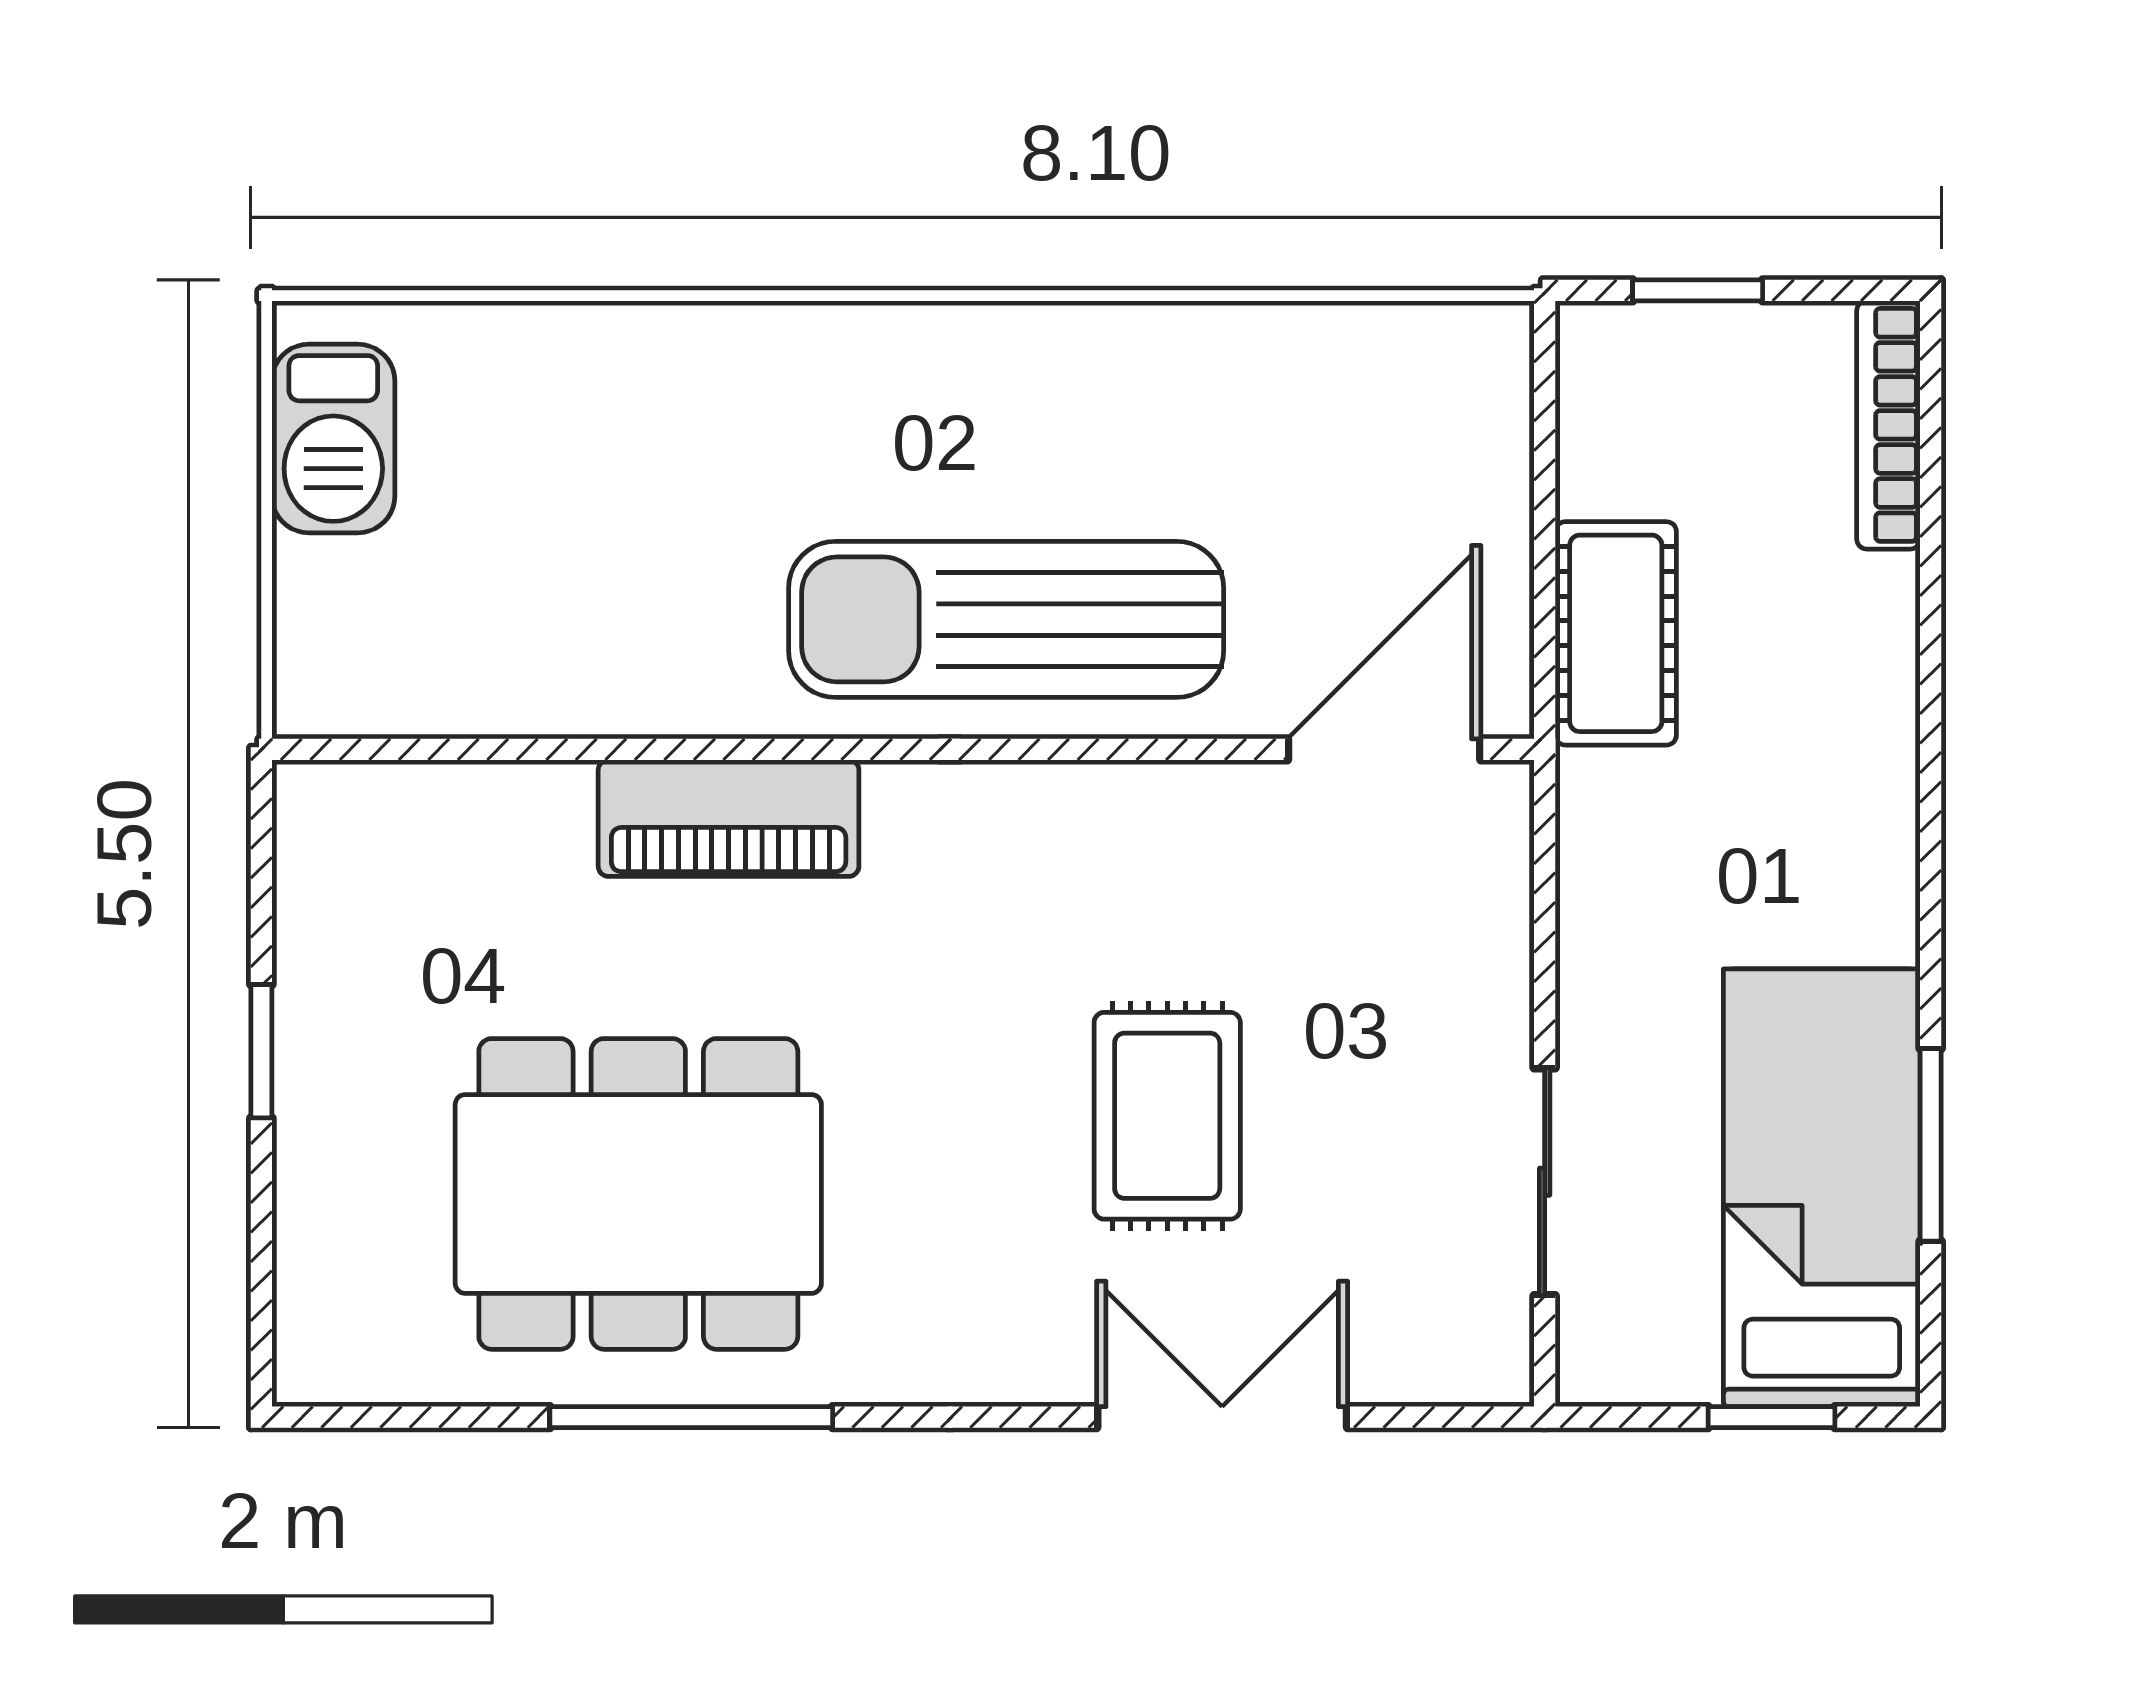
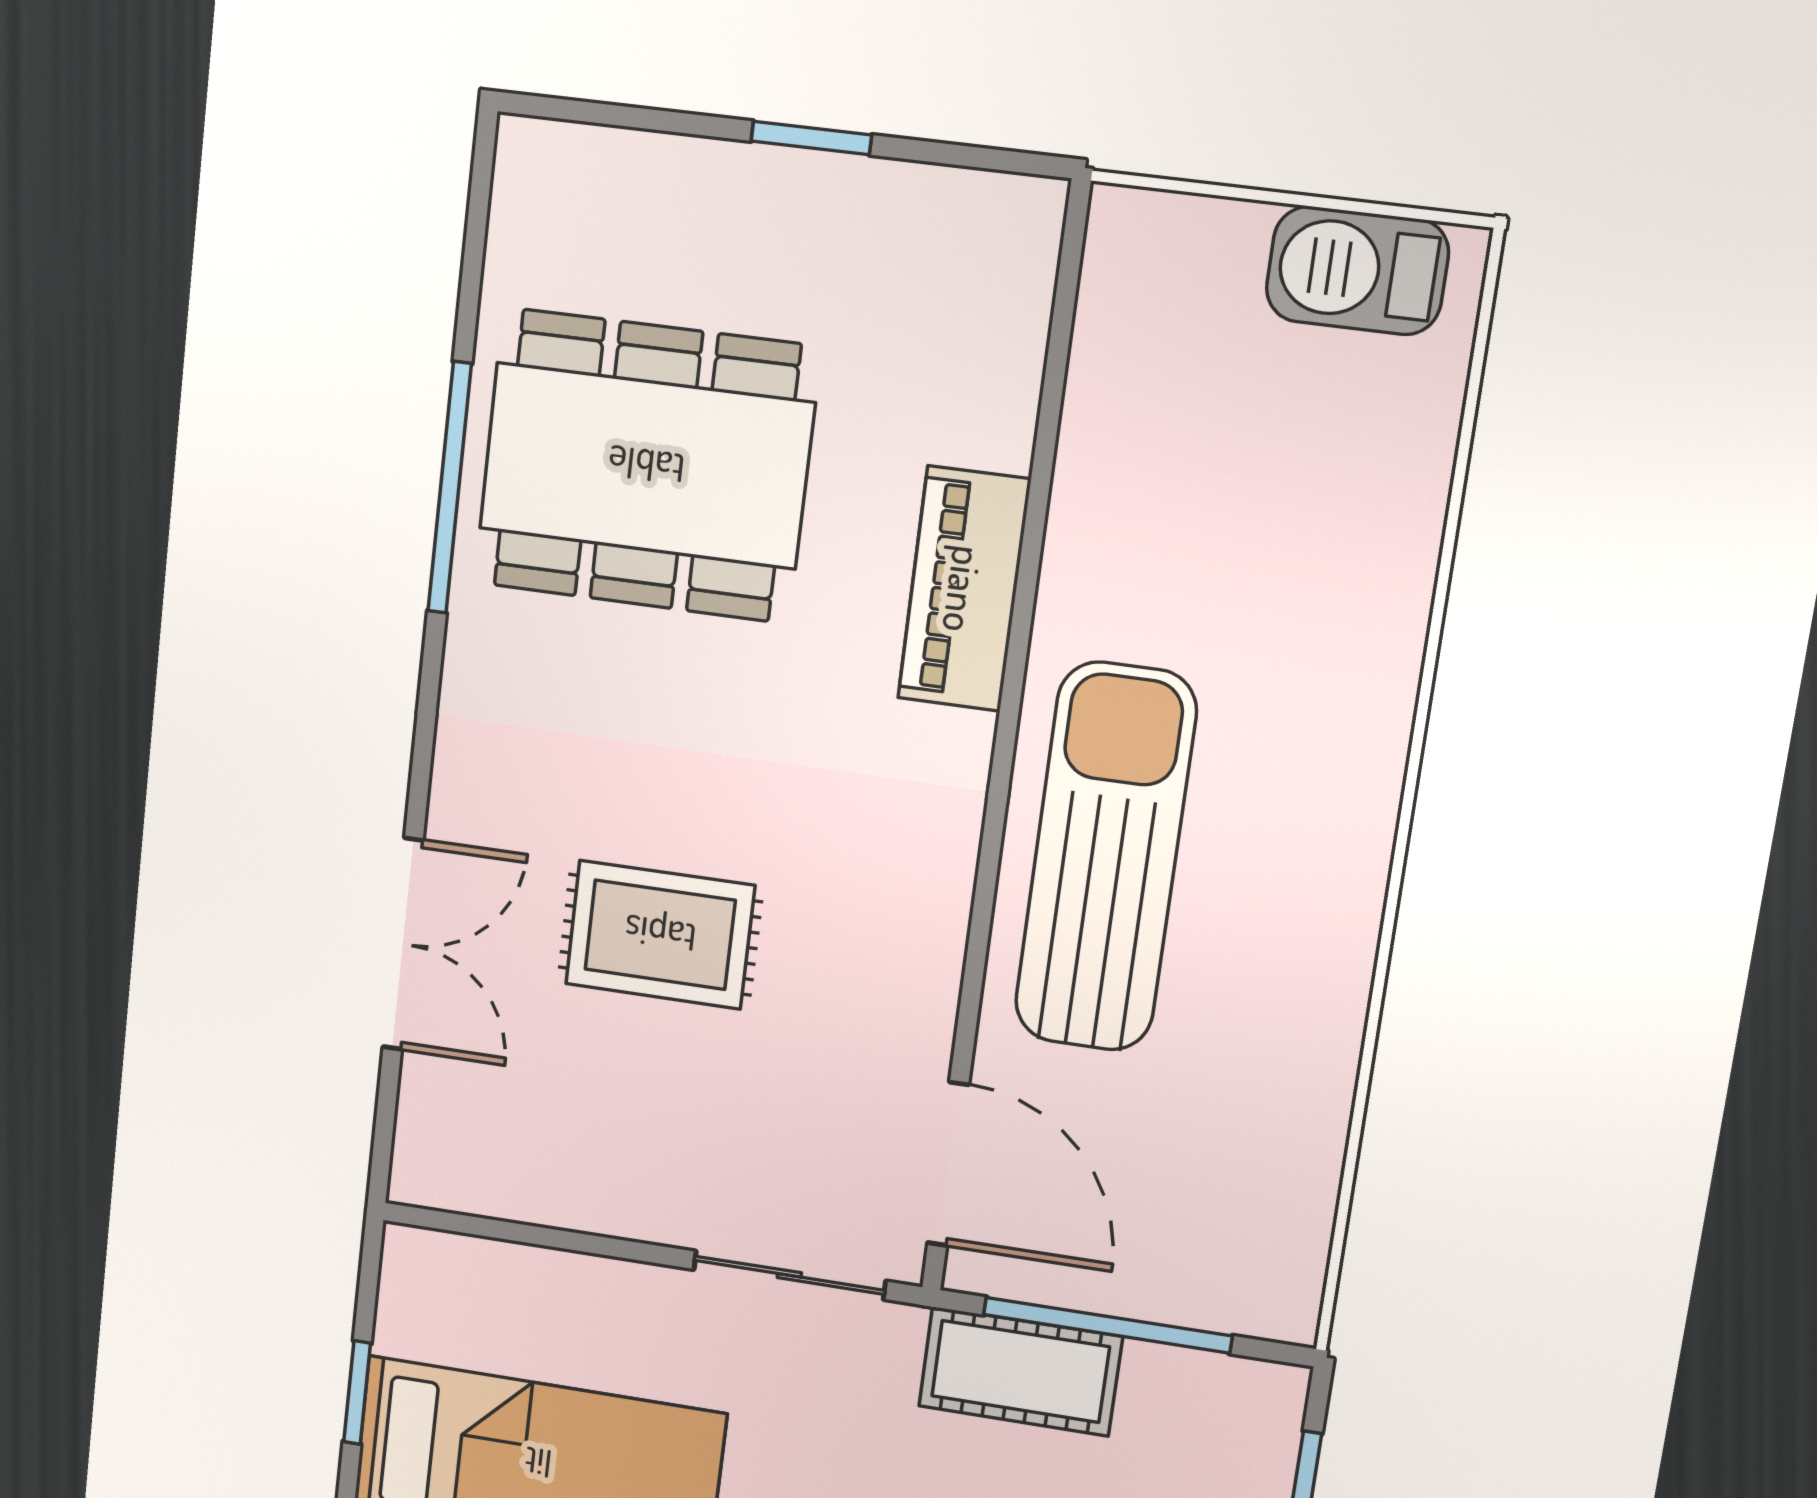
window: (1545, 541) -> (1107, 1325), added
sliding door: (1545, 1182) -> (789, 1275), moved
dining table: (638, 1194) -> (646, 466), turned 90

